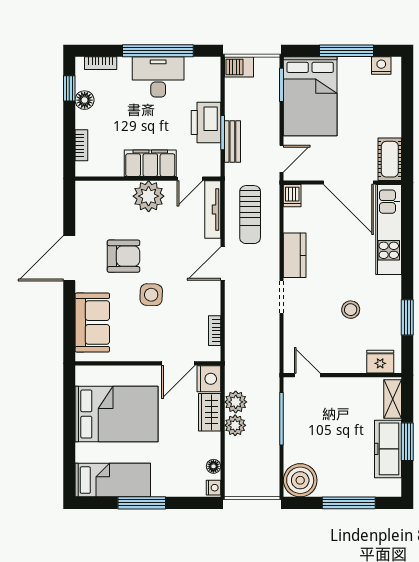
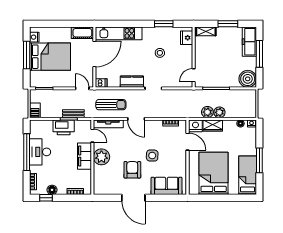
bed: (310, 96) -> (50, 57), moved
freezer: (388, 449) -> (249, 42), moved, turned 90

